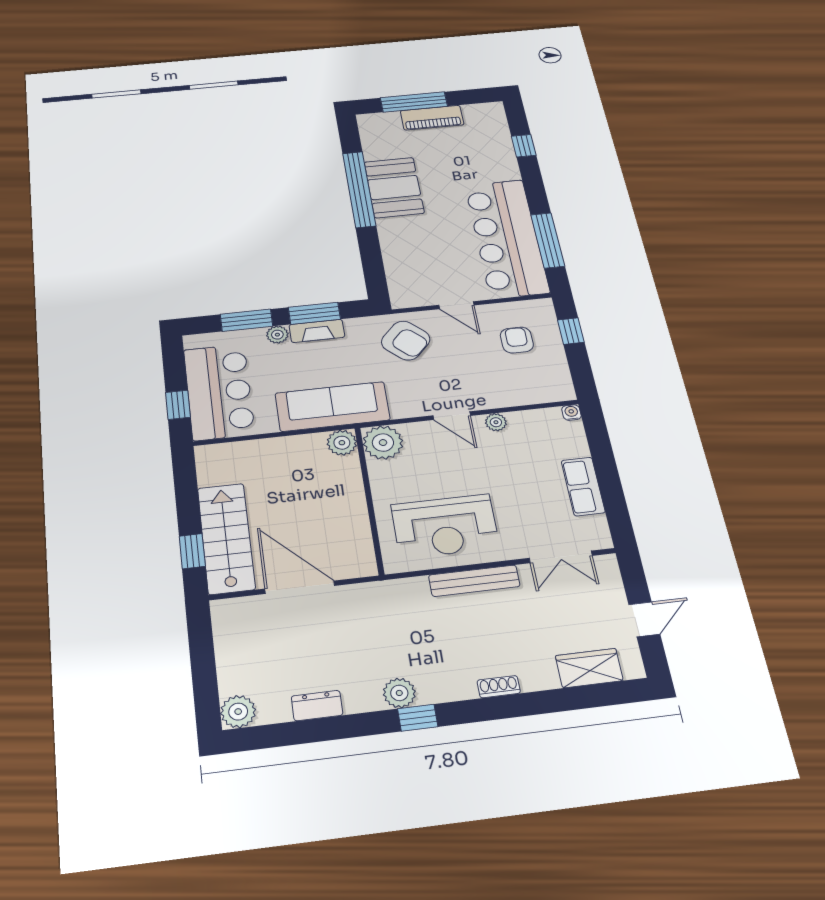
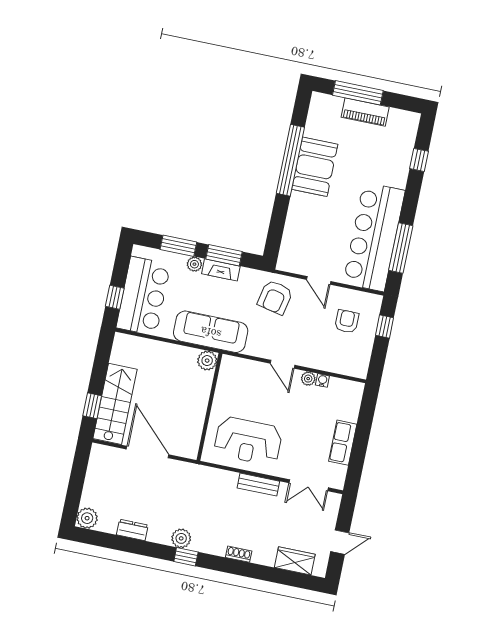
armchair: (406, 341) -> (275, 297), turned 59
water cooler: (571, 413) -> (322, 380), moved
plant: (383, 443) -> (232, 369), removed
bench: (474, 581) -> (258, 485), width x0.73

